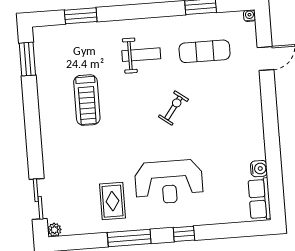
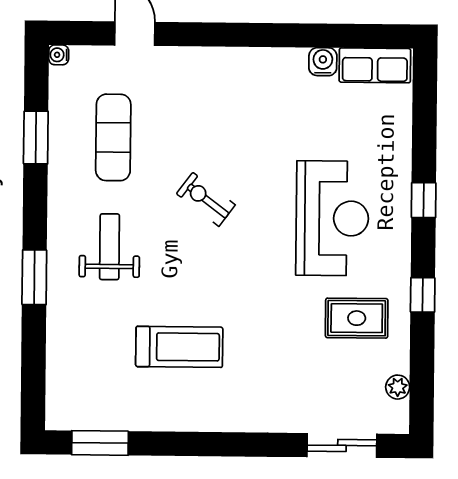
window: (81, 16) -> (34, 277), moved
plant: (54, 230) -> (398, 387), moved
window: (129, 238) -> (423, 295), width x0.46

